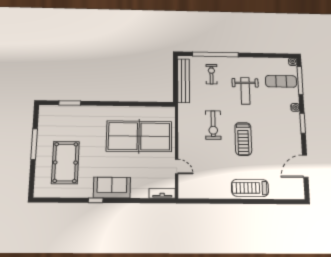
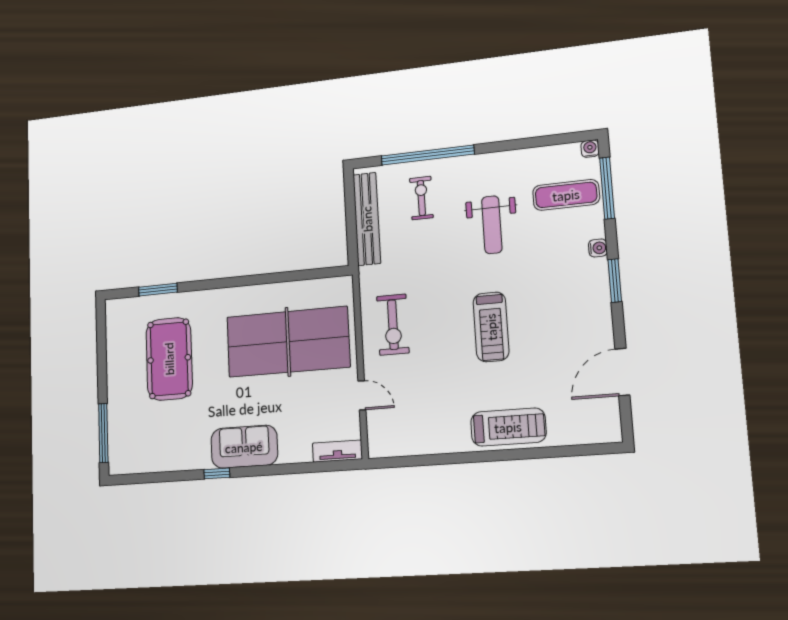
exercise bike: (213, 125) -> (393, 325), moved
window: (34, 144) -> (103, 433), moved
pool table: (65, 163) -> (169, 359), moved
treadmill: (250, 188) -> (508, 427), turned 180

